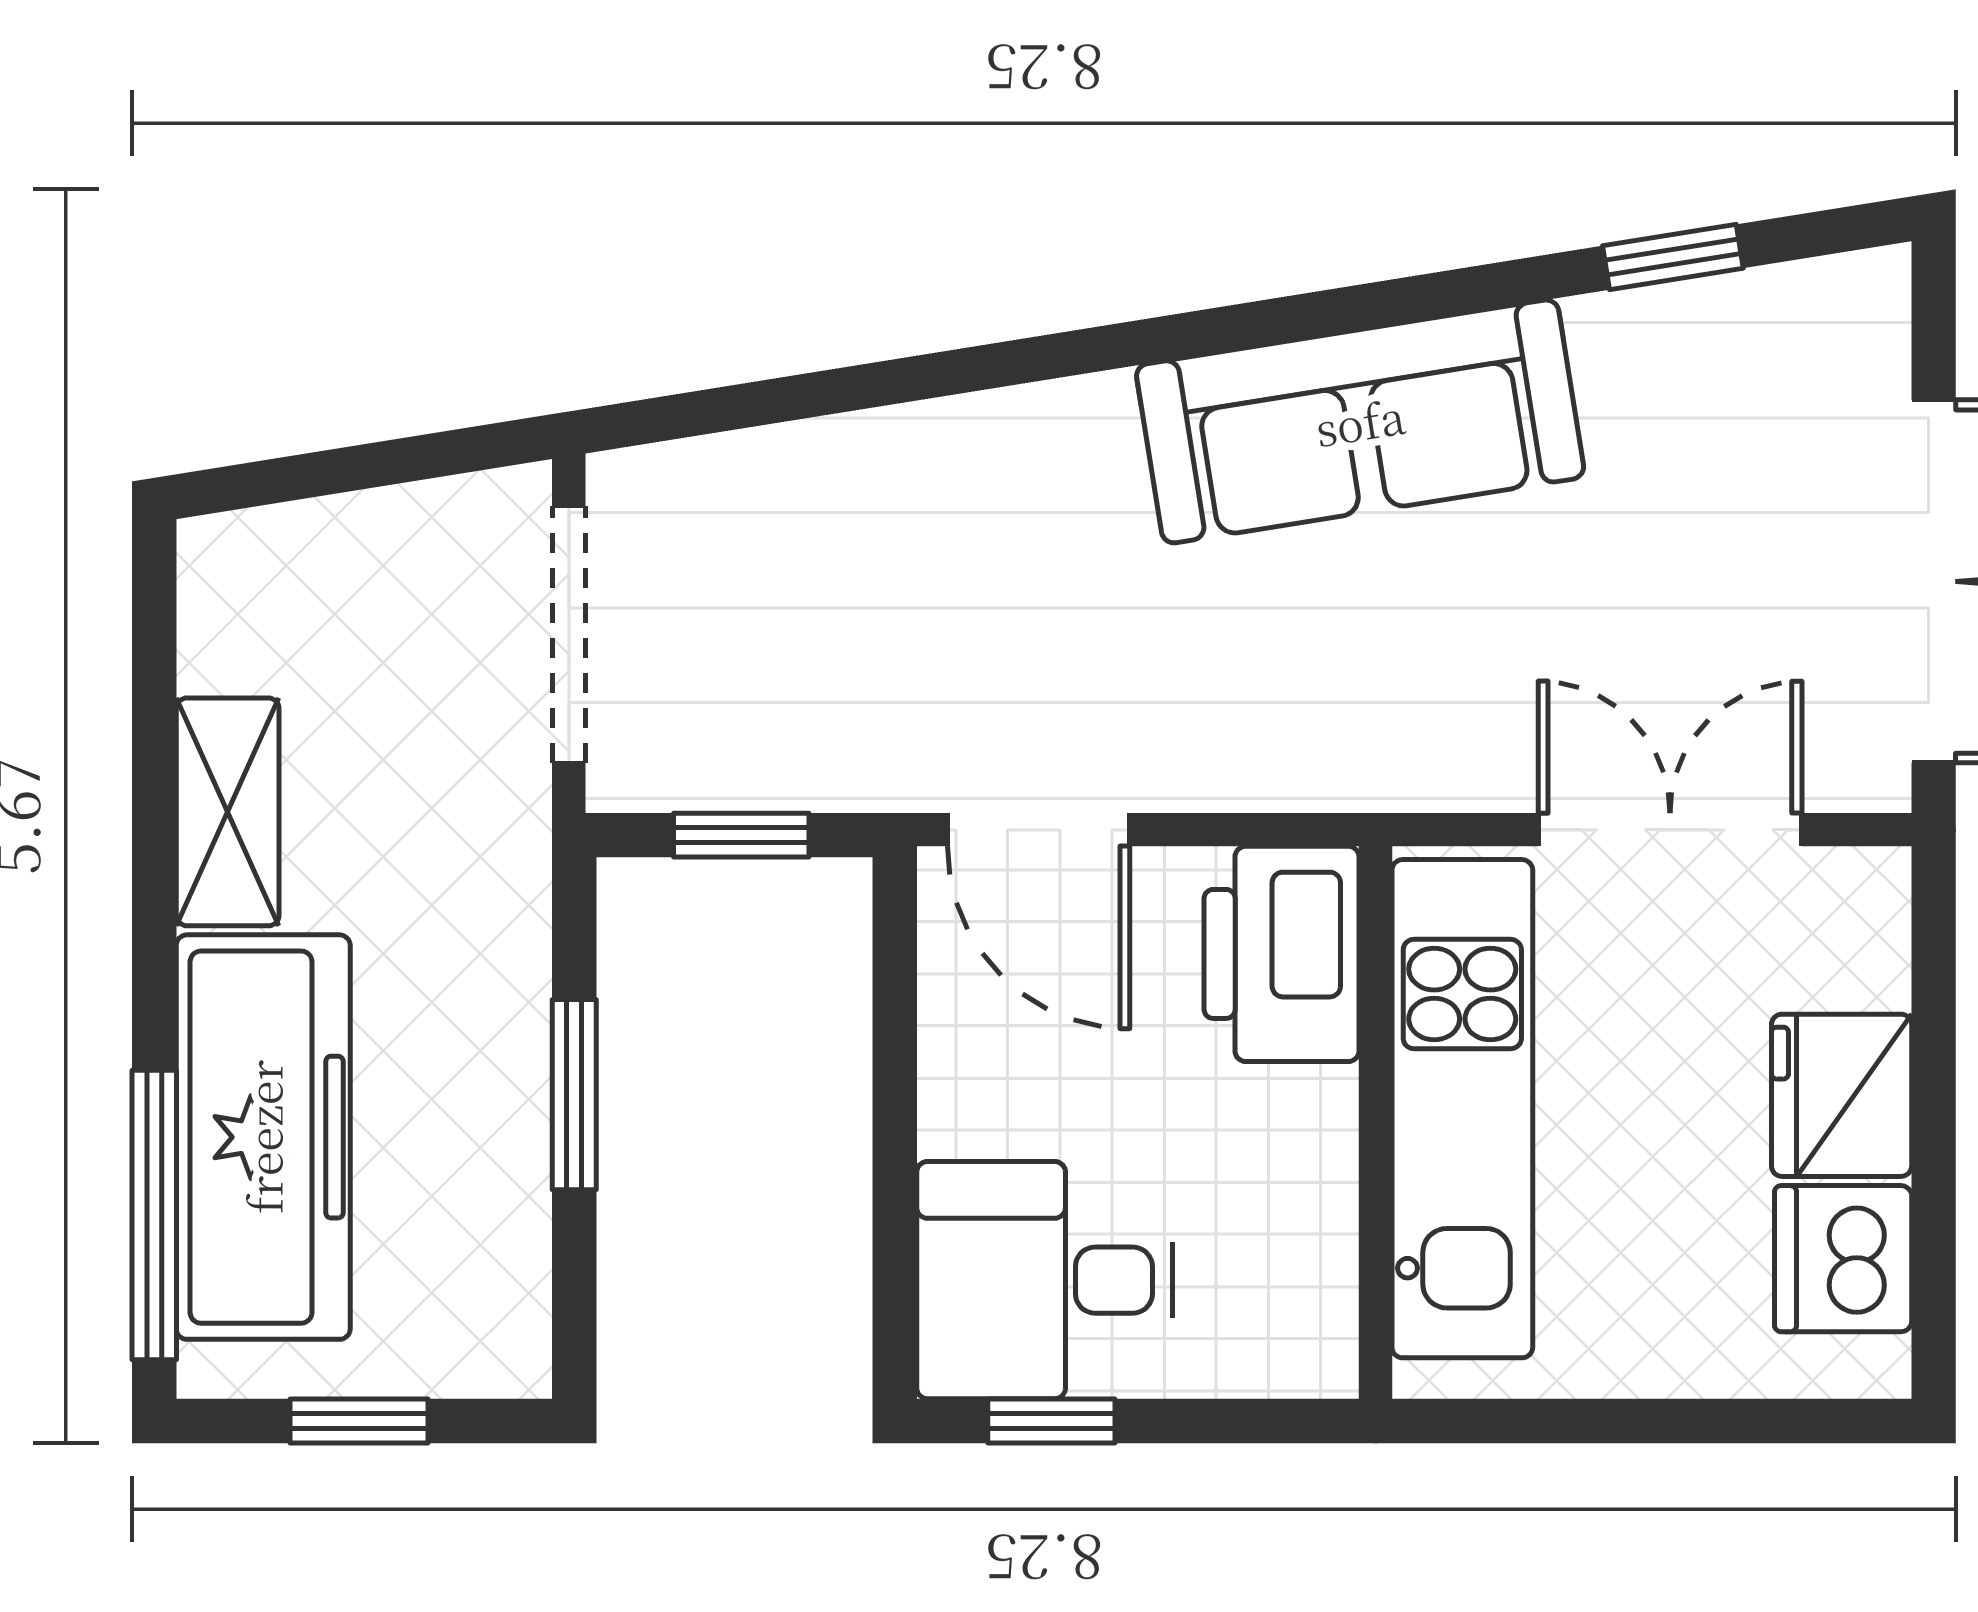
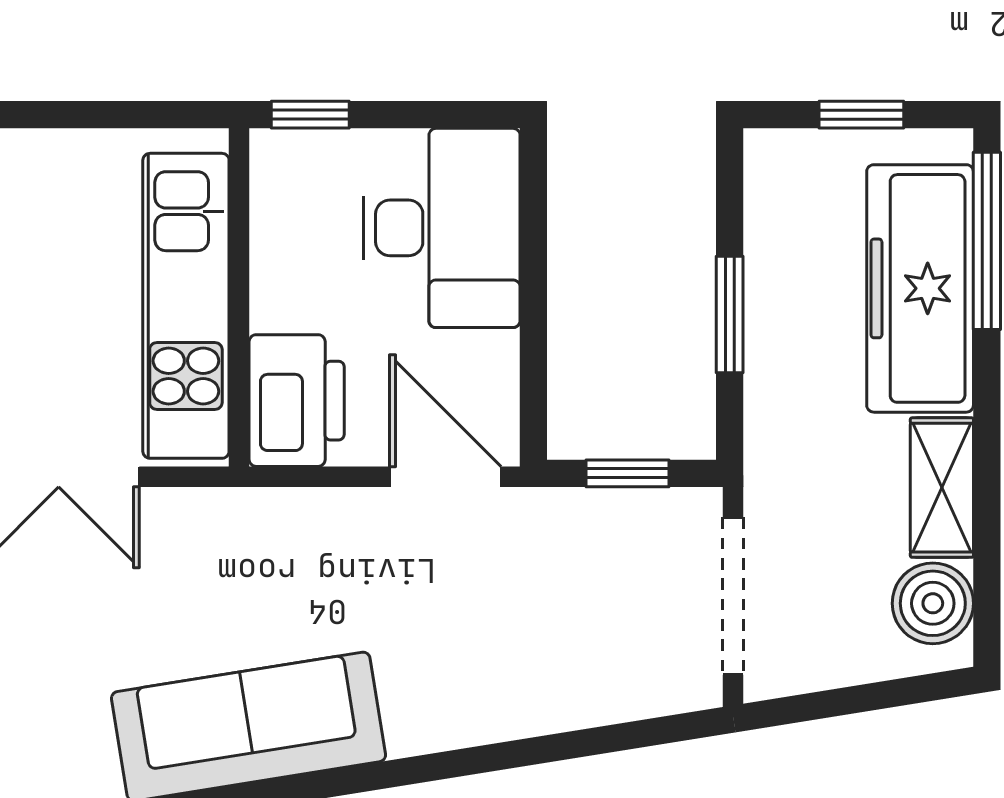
boiler: (242, 623) -> (933, 603), added
desk: (1045, 1280) -> (442, 228), width x1.37
window: (1051, 1421) -> (310, 115), moved

